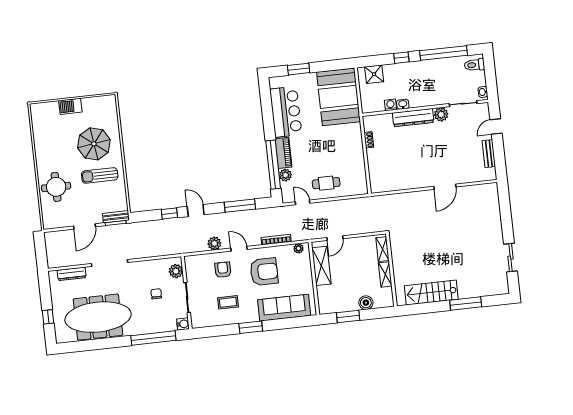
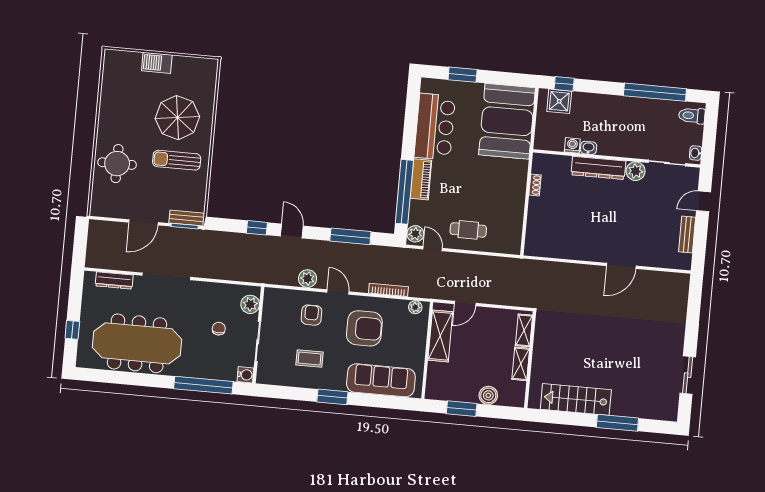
window: (401, 58) -> (564, 84), moved
plant: (285, 175) -> (415, 234), moved

